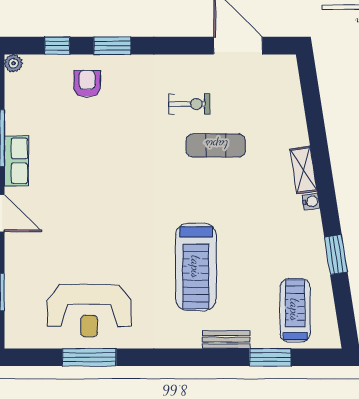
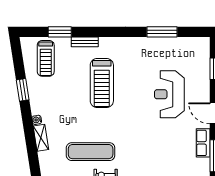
exercise mat: (216, 145) -> (91, 152), width x1.36, depth x1.45
treadmill: (196, 267) -> (102, 83), turned 180
reception desk: (89, 311) -> (169, 94), moved, turned -90

